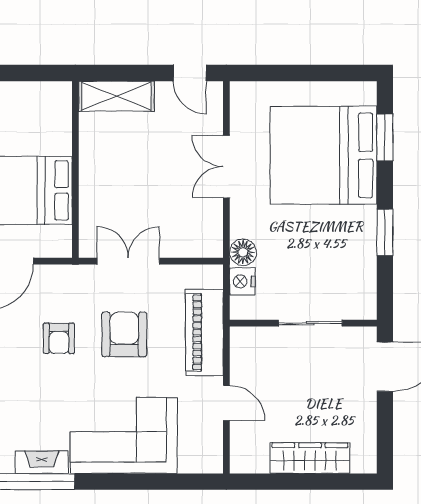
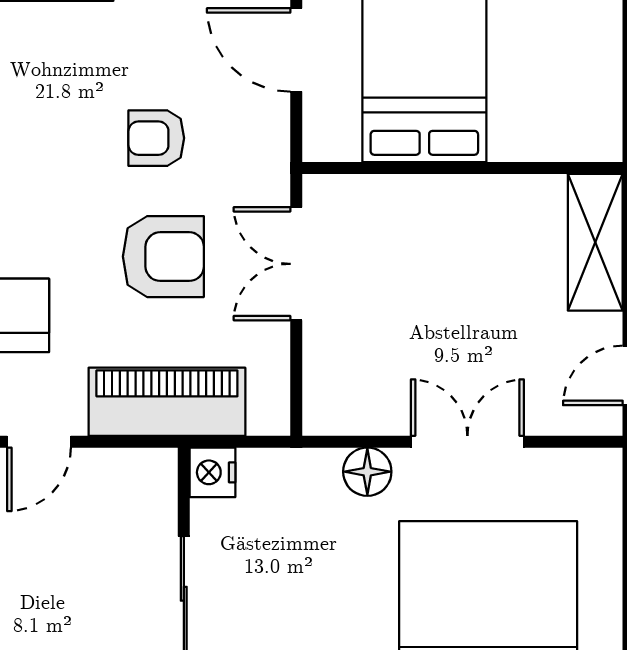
floor lamp: (243, 252) -> (367, 472), moved
double door: (128, 261) -> (296, 264), swing flipped
nightstand: (242, 281) -> (212, 472), moved, turned -90

